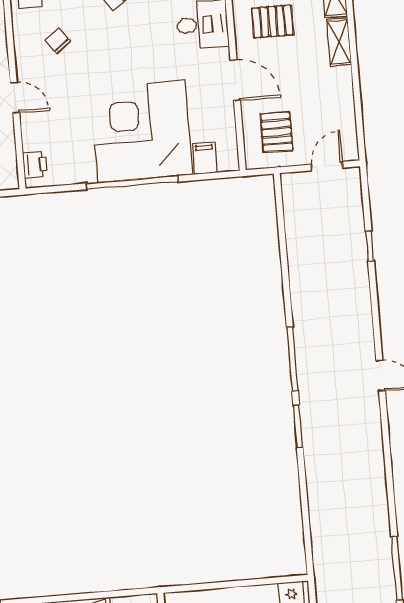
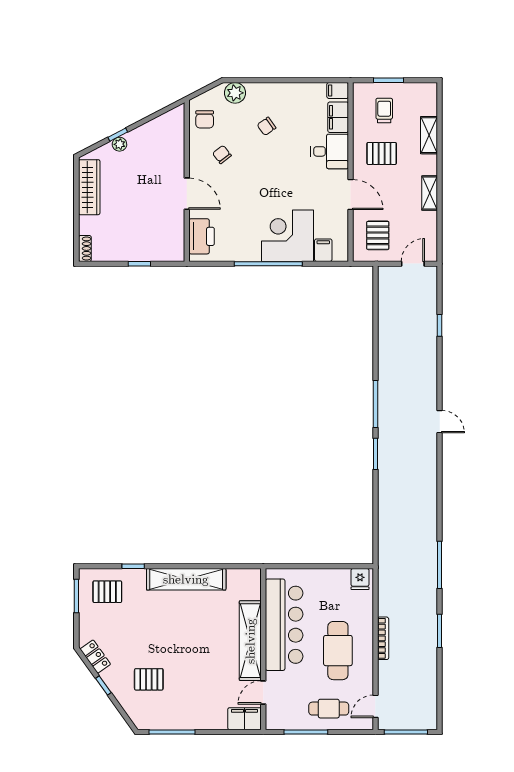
shelving: (339, 42) -> (430, 193), moved
door: (15, 98) -> (187, 194), width x1.38
corner desk: (141, 131) -> (287, 236), width x0.74, depth x0.74
printer: (35, 165) -> (202, 236), width x1.87, depth x1.48

